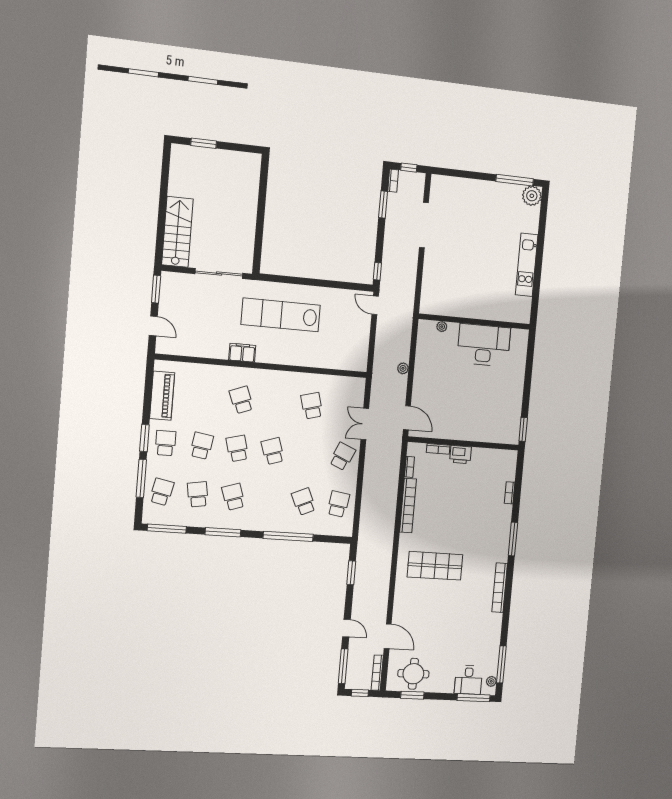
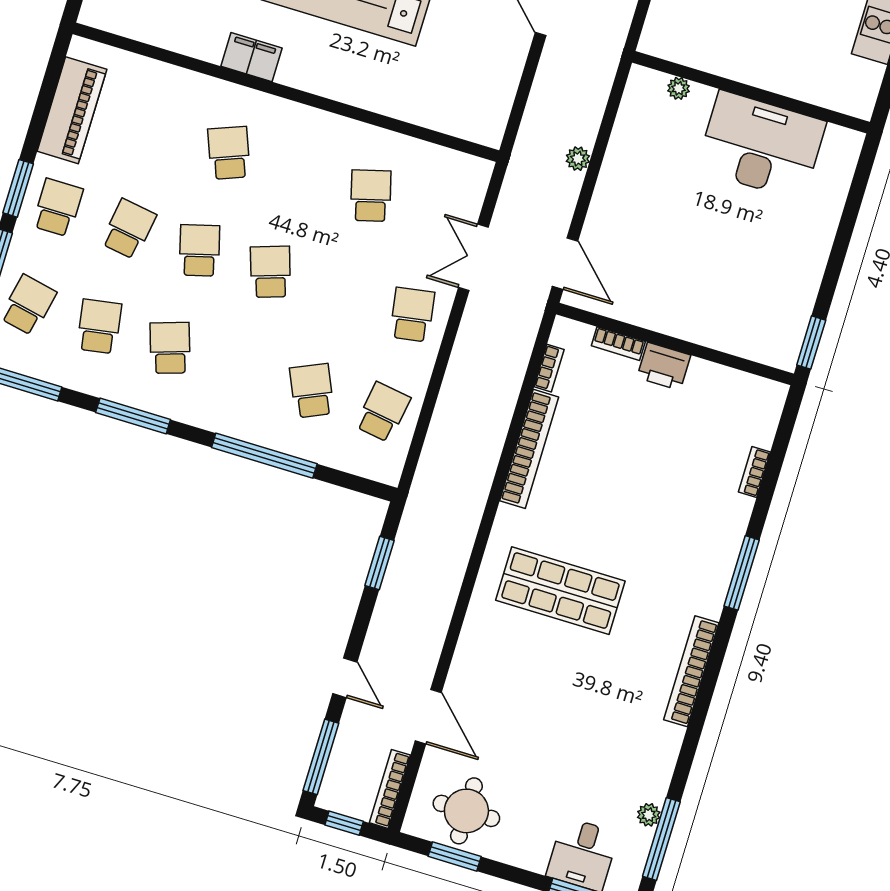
school desk: (342, 456) -> (412, 315), turned -33
plant: (491, 681) -> (649, 815), moved

